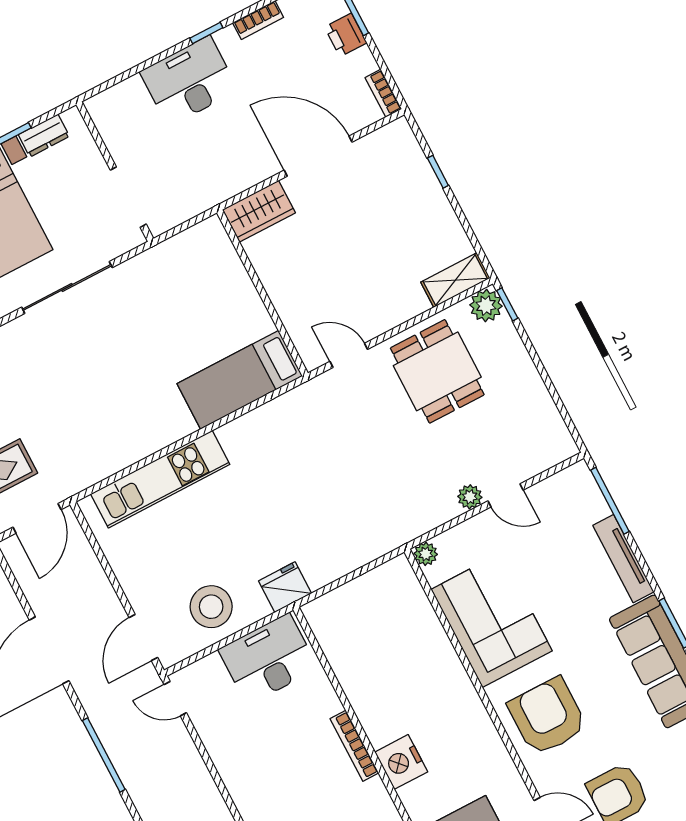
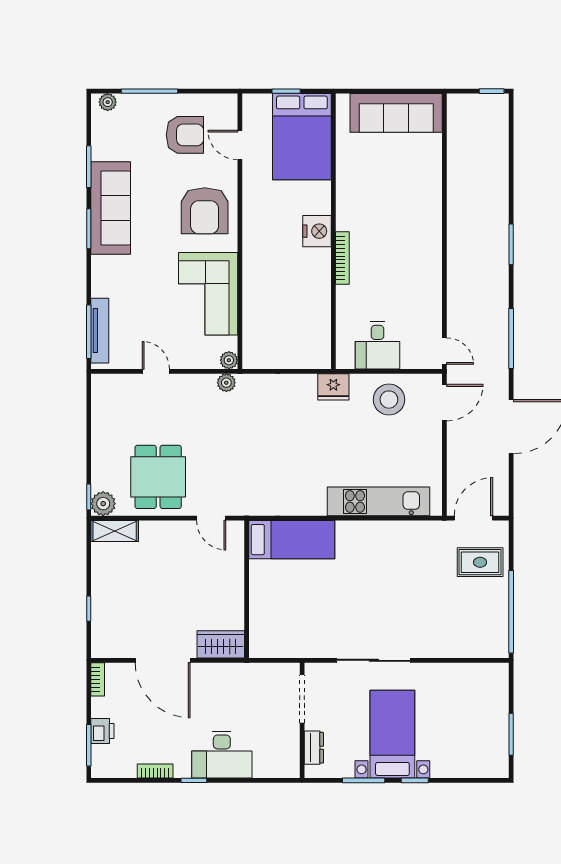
dresser: (44, 136) -> (314, 748), moved, turned 90
plant: (470, 497) -> (226, 383), moved
tv unit: (623, 559) -> (100, 331), moved
desk: (268, 659) -> (378, 345), width x0.73

